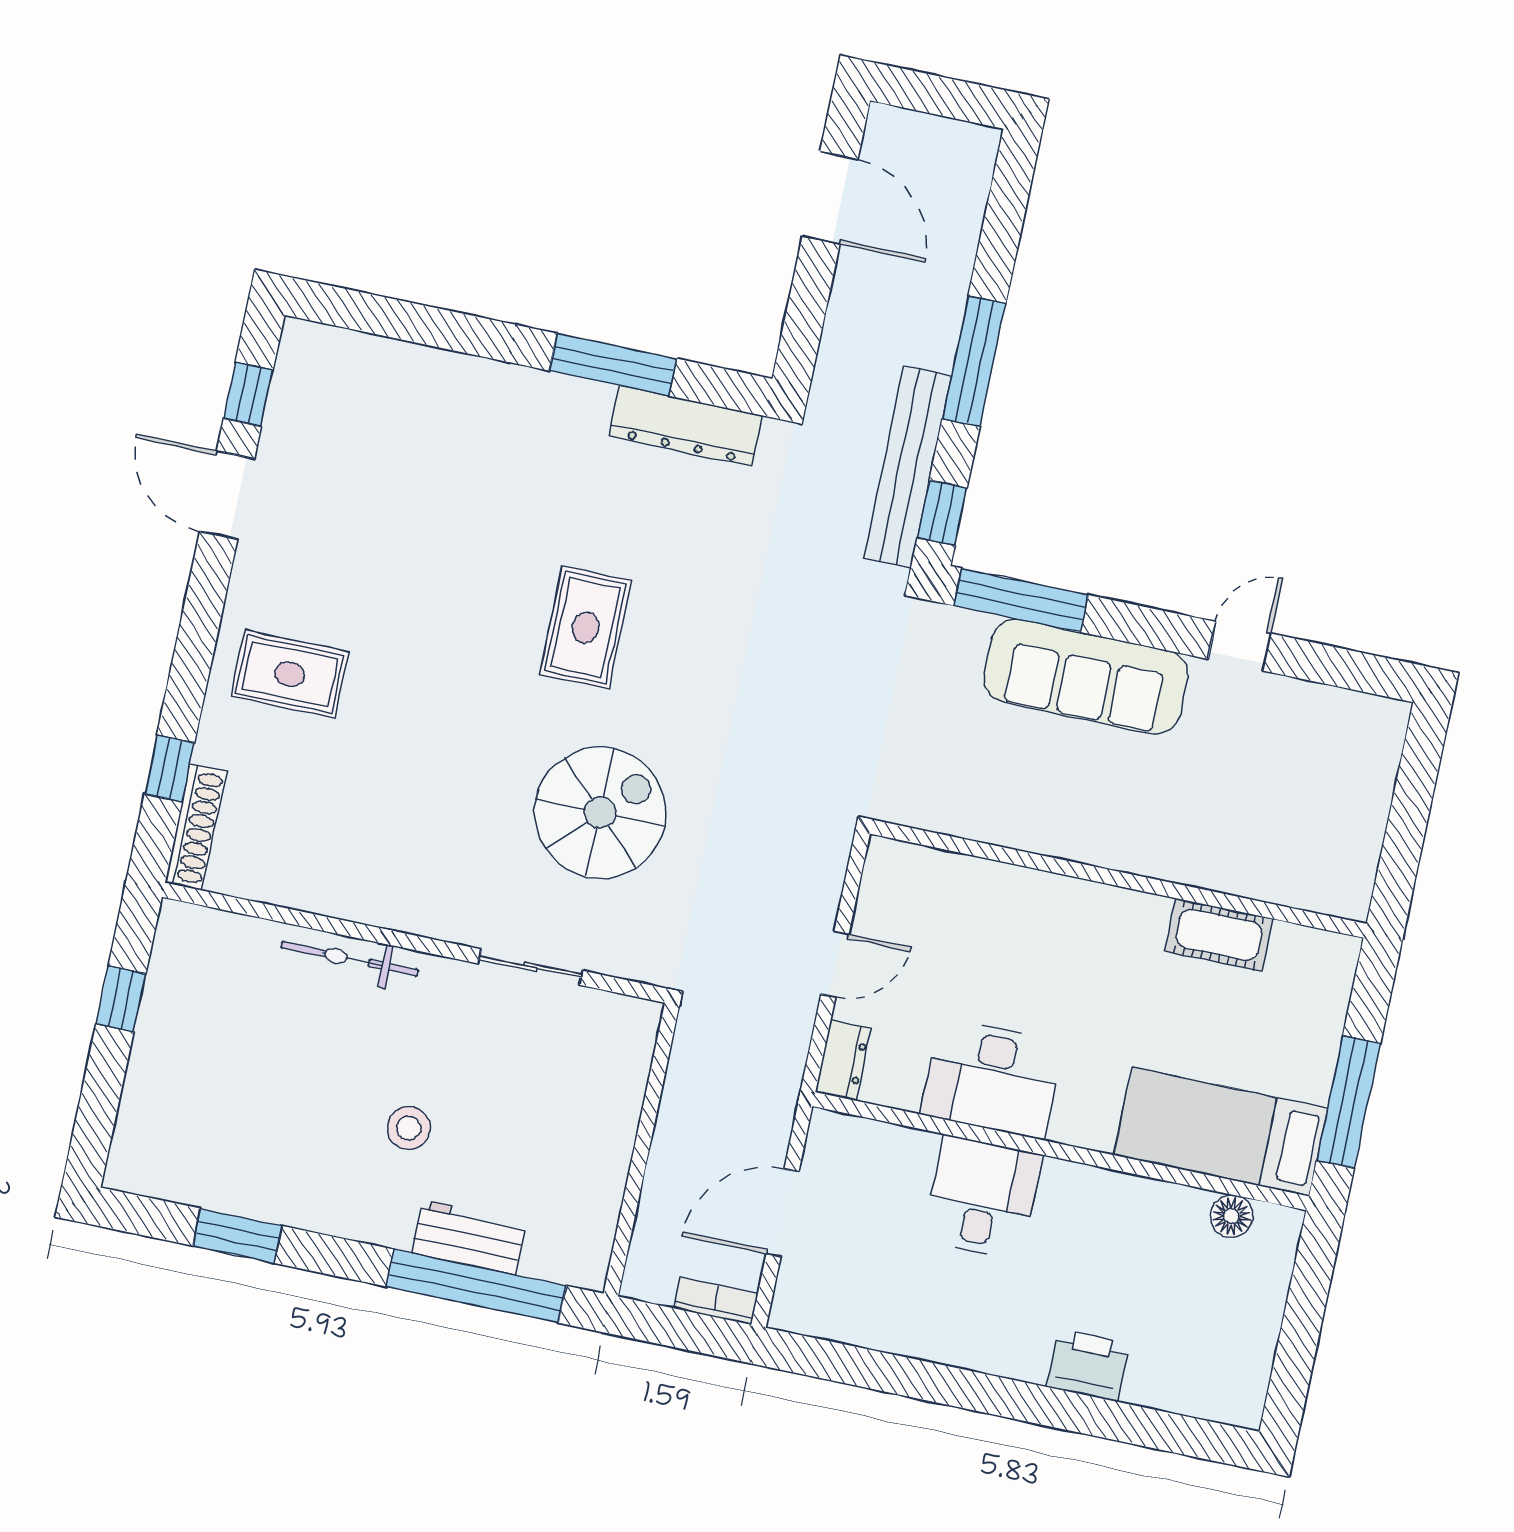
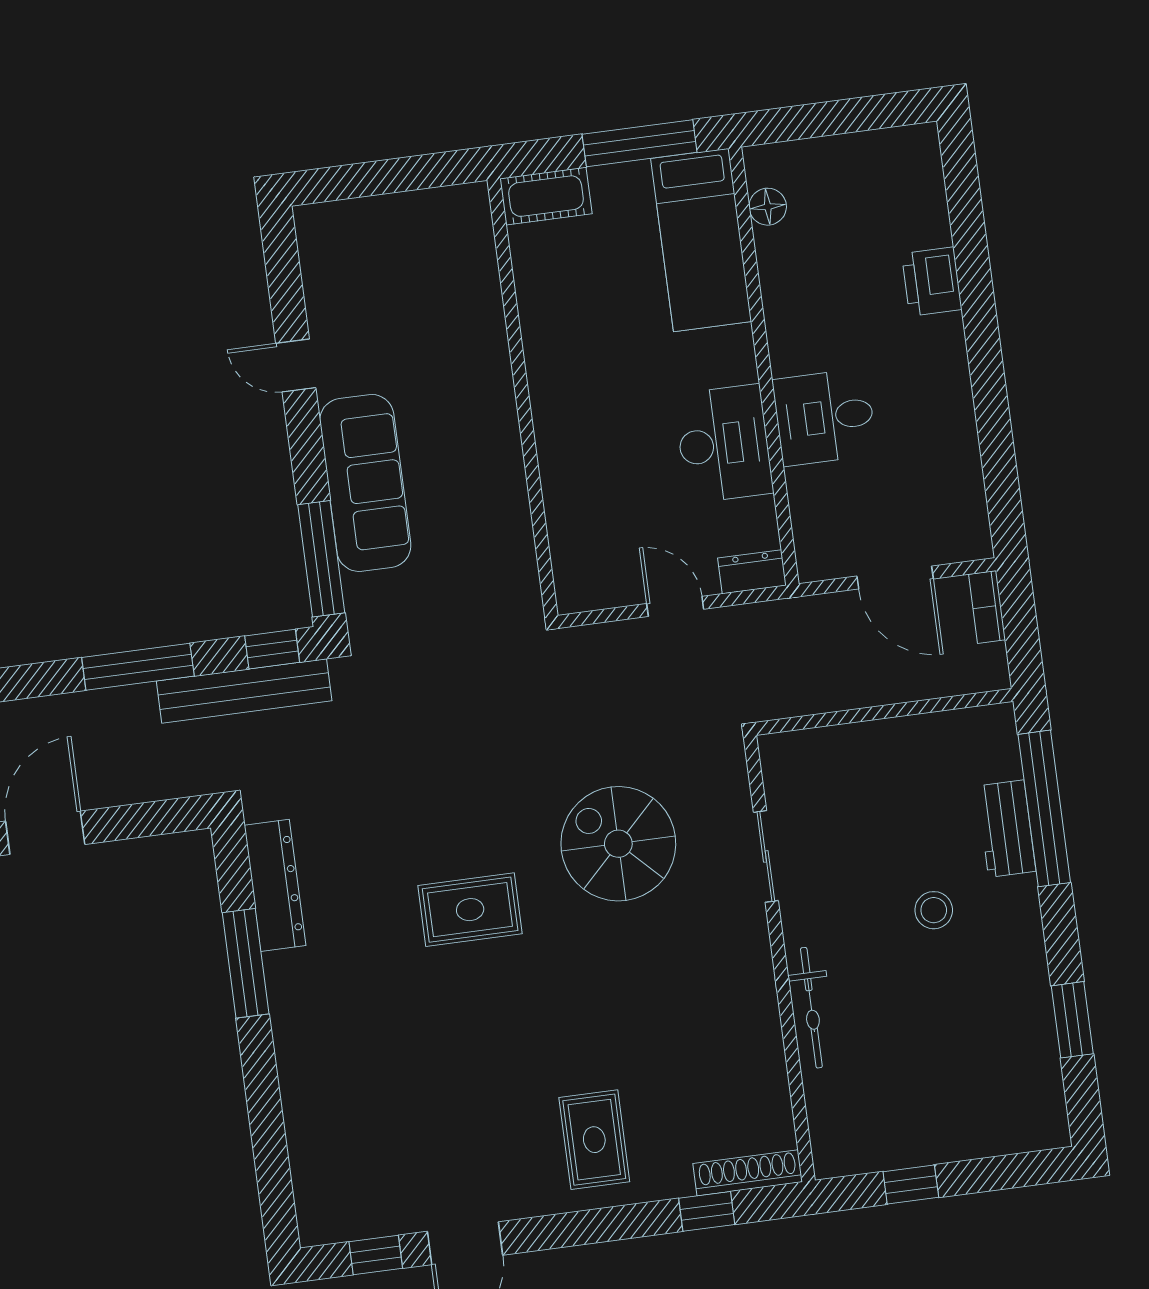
cot: (1219, 935) -> (546, 196), moved, turned 90

